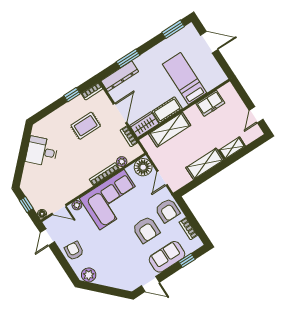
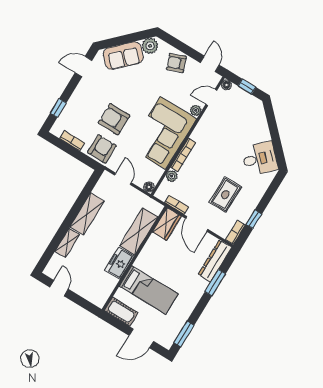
freezer: (210, 103) -> (119, 263), moved
cot: (167, 110) -> (121, 312), moved, turned 90
desk: (42, 151) -> (260, 159), moved
floor lamp: (143, 167) -> (149, 187), width x0.53, depth x0.53
armchair: (167, 210) -> (102, 149), turned 90
armchair: (74, 251) -> (176, 63), turned 153
sofa: (167, 257) -> (123, 56), moved, turned 45

